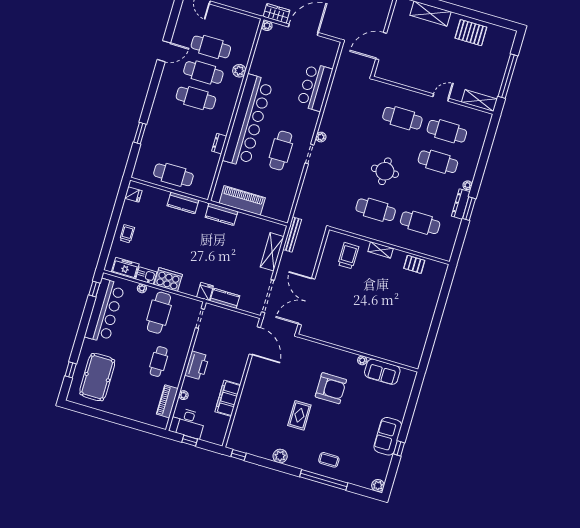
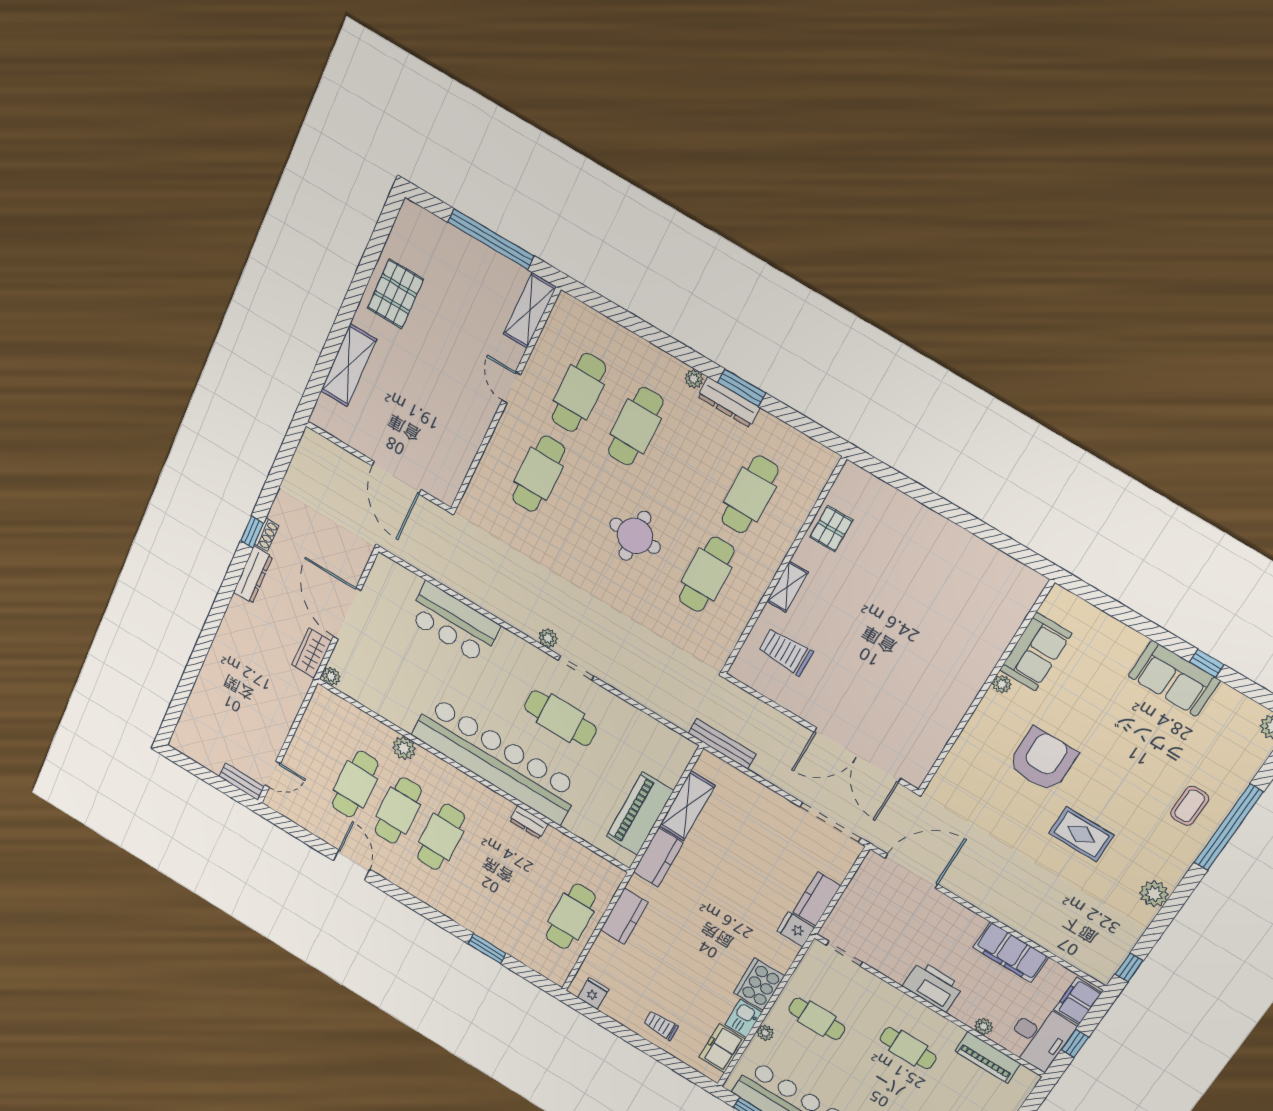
shelving: (272, 252) -> (687, 806), moved, turned 90
cafe table: (159, 313) -> (817, 1019), width x0.73, depth x0.74
filing cabinet: (213, 436) -> (1078, 1001), added

